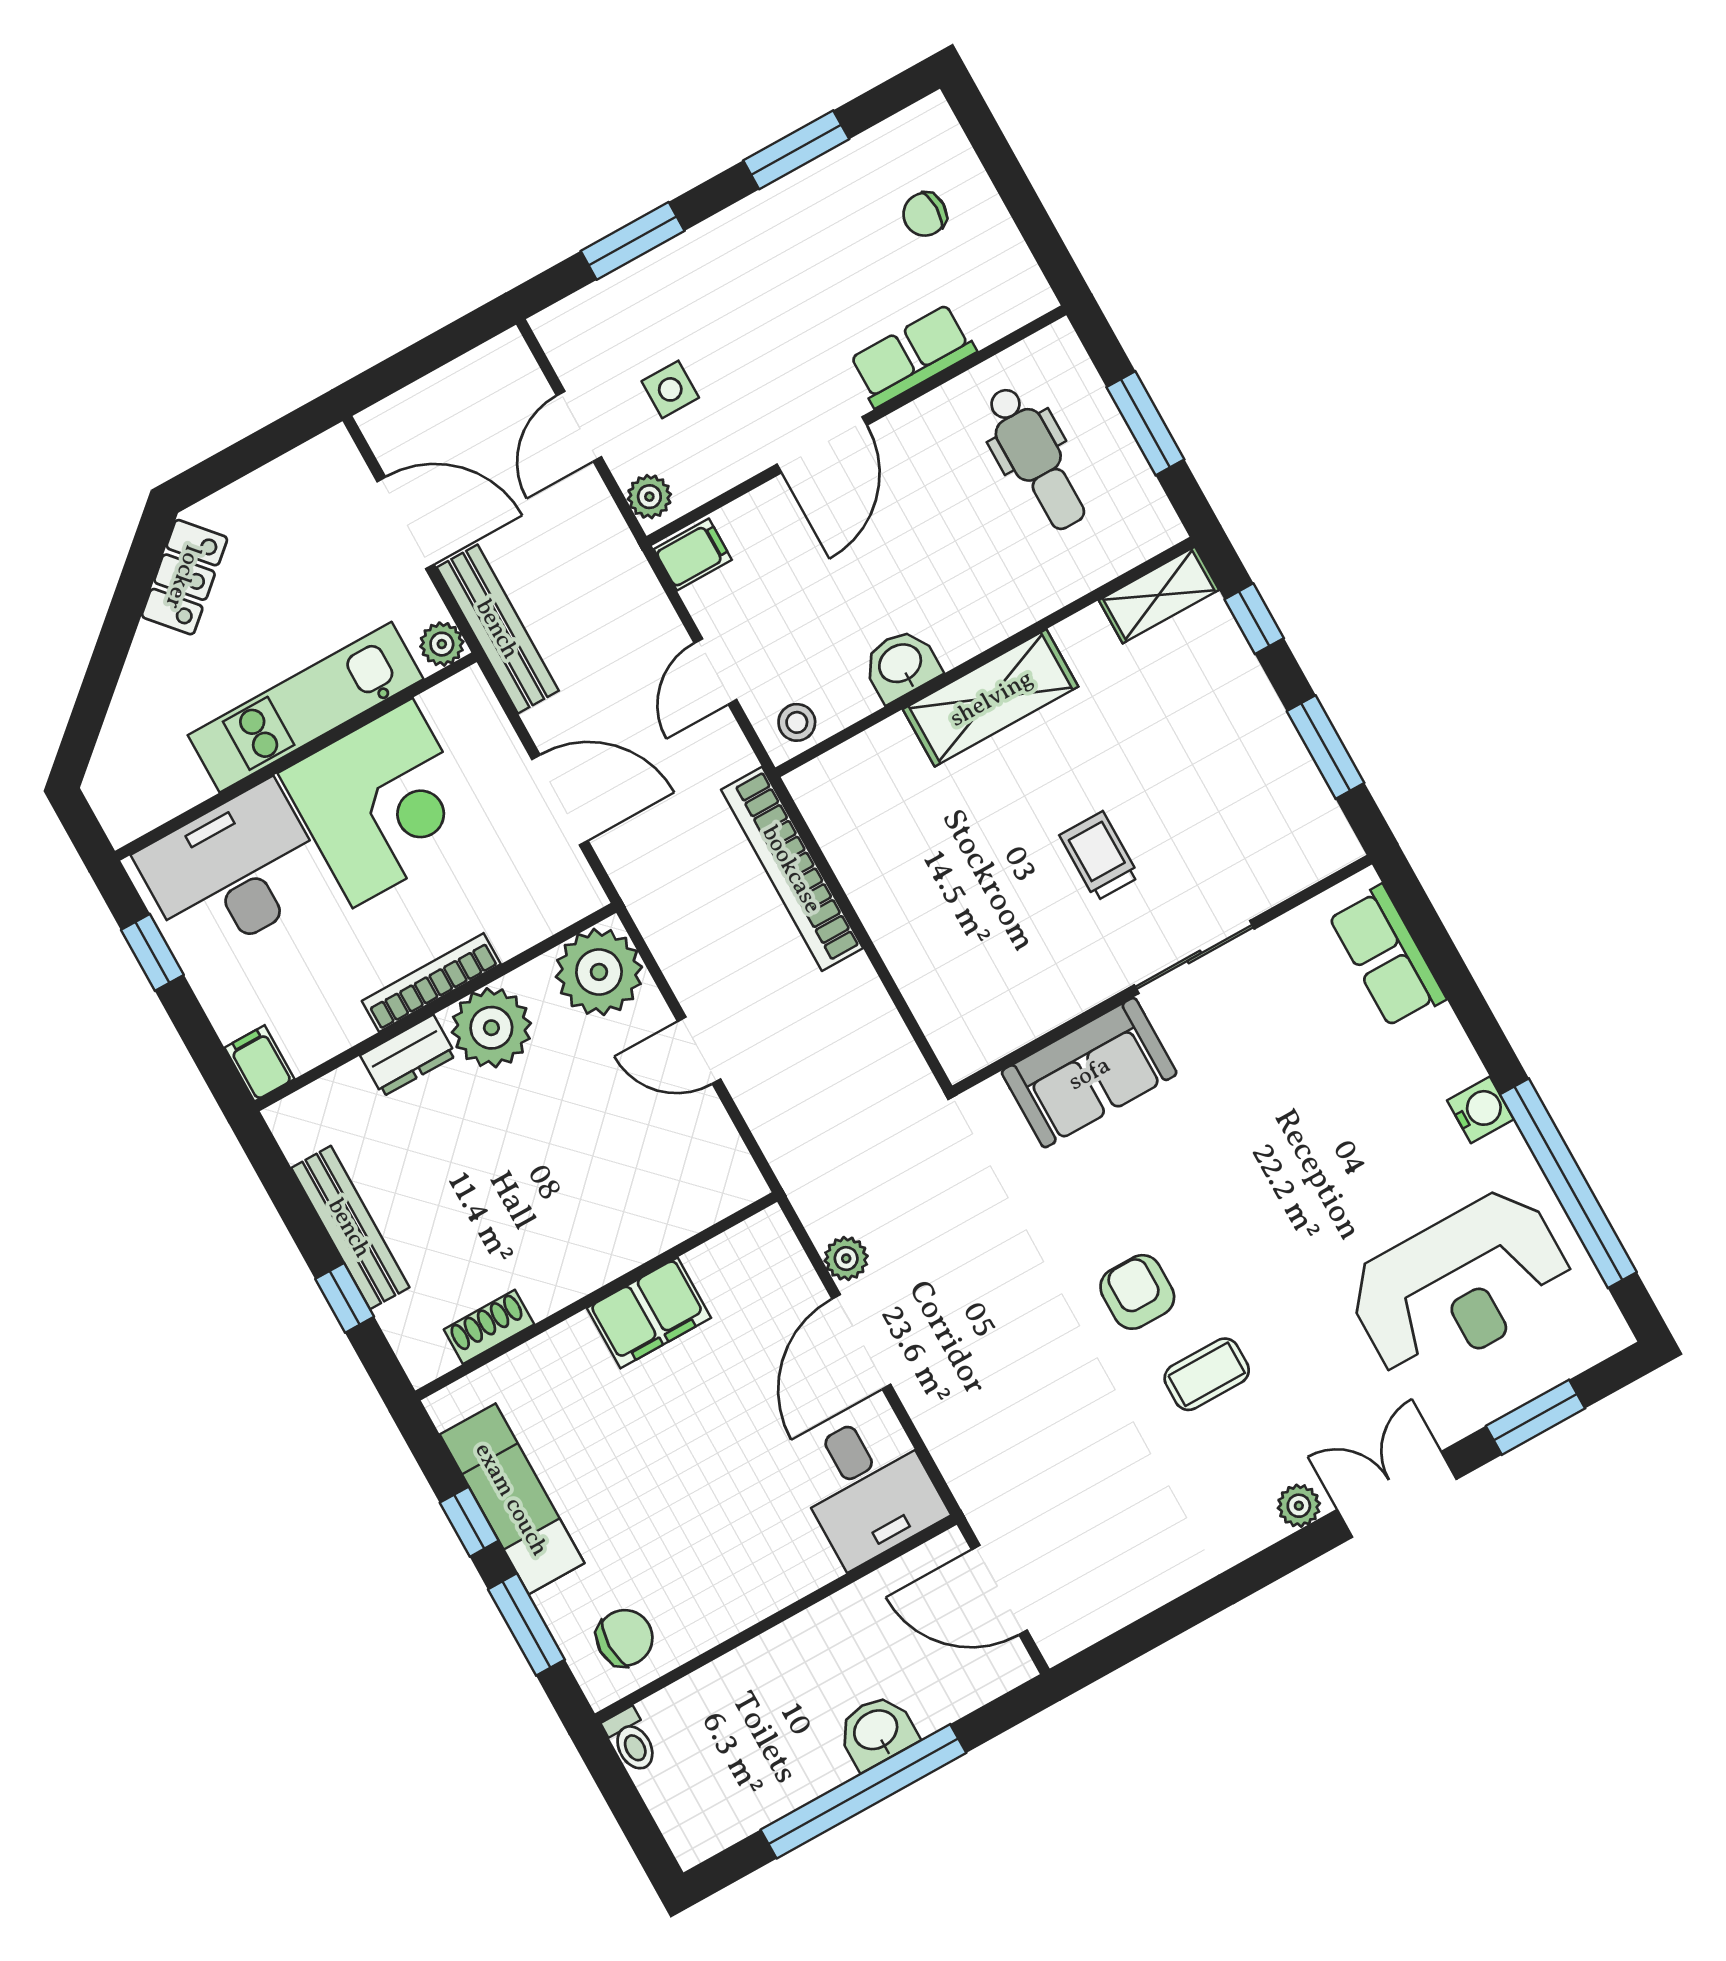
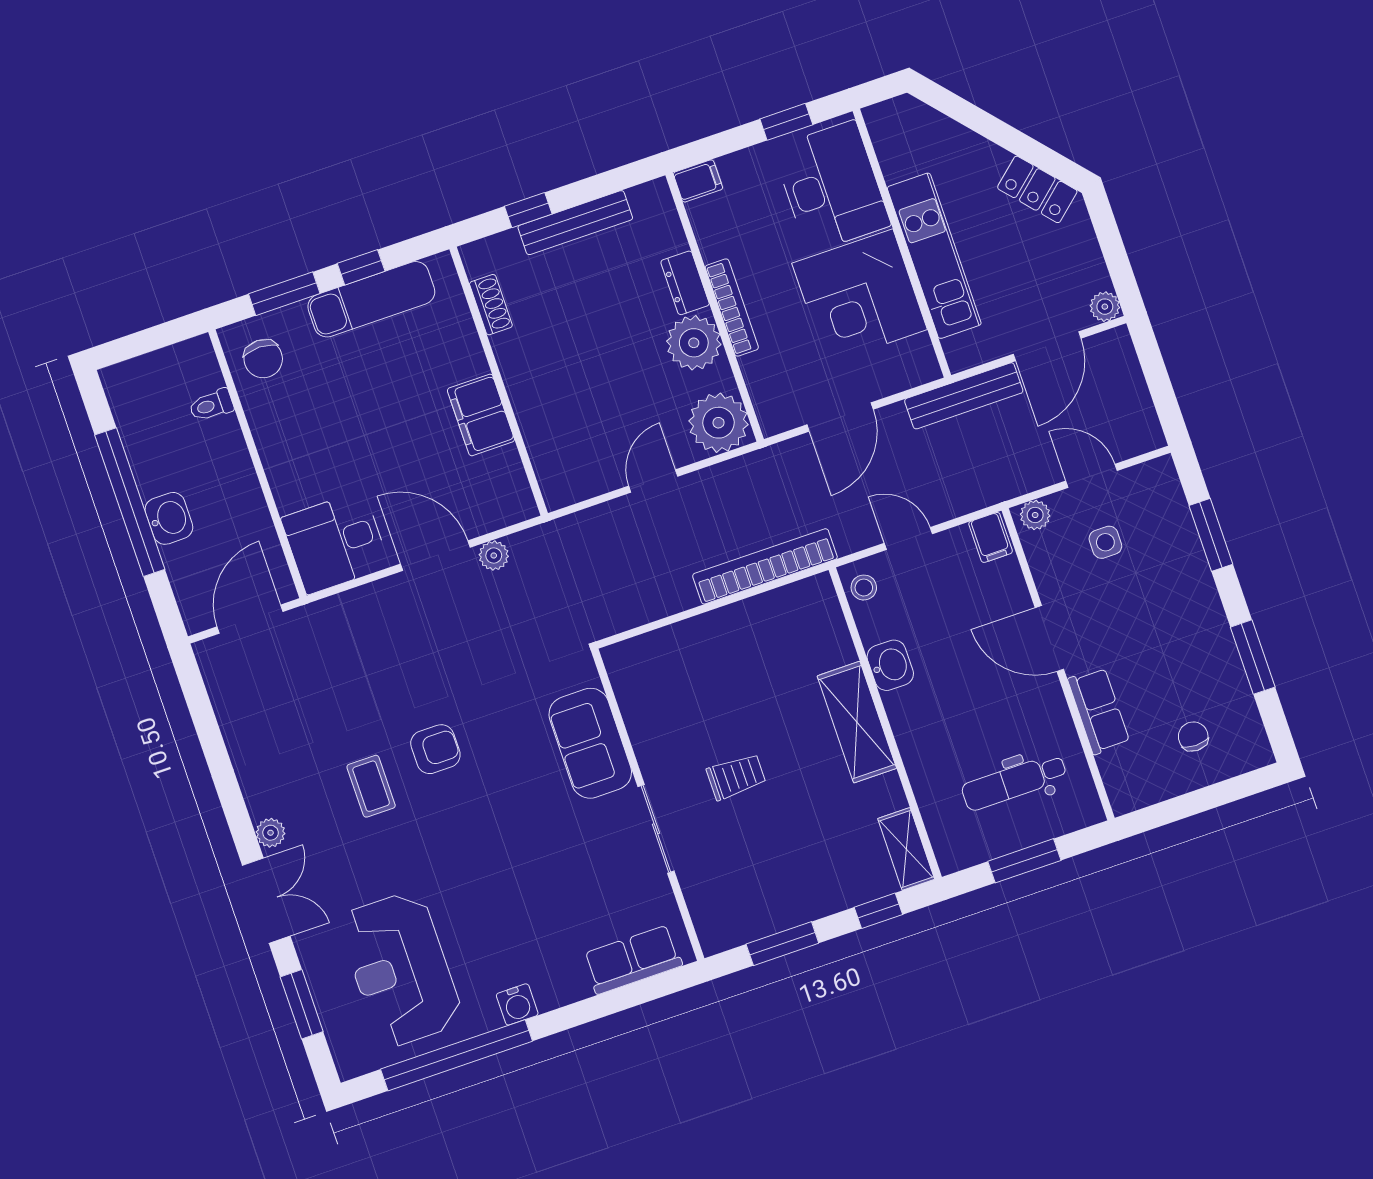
plant: (442, 644) -> (1105, 307), moved
toilet: (631, 1740) -> (211, 405), moved

